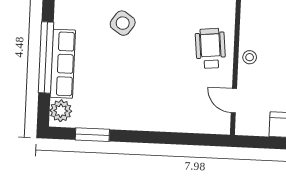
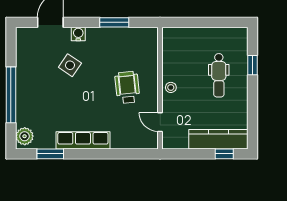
wheelchair: (210, 48) -> (127, 87), moved
row of seats: (63, 64) -> (83, 140), moved, turned -90

